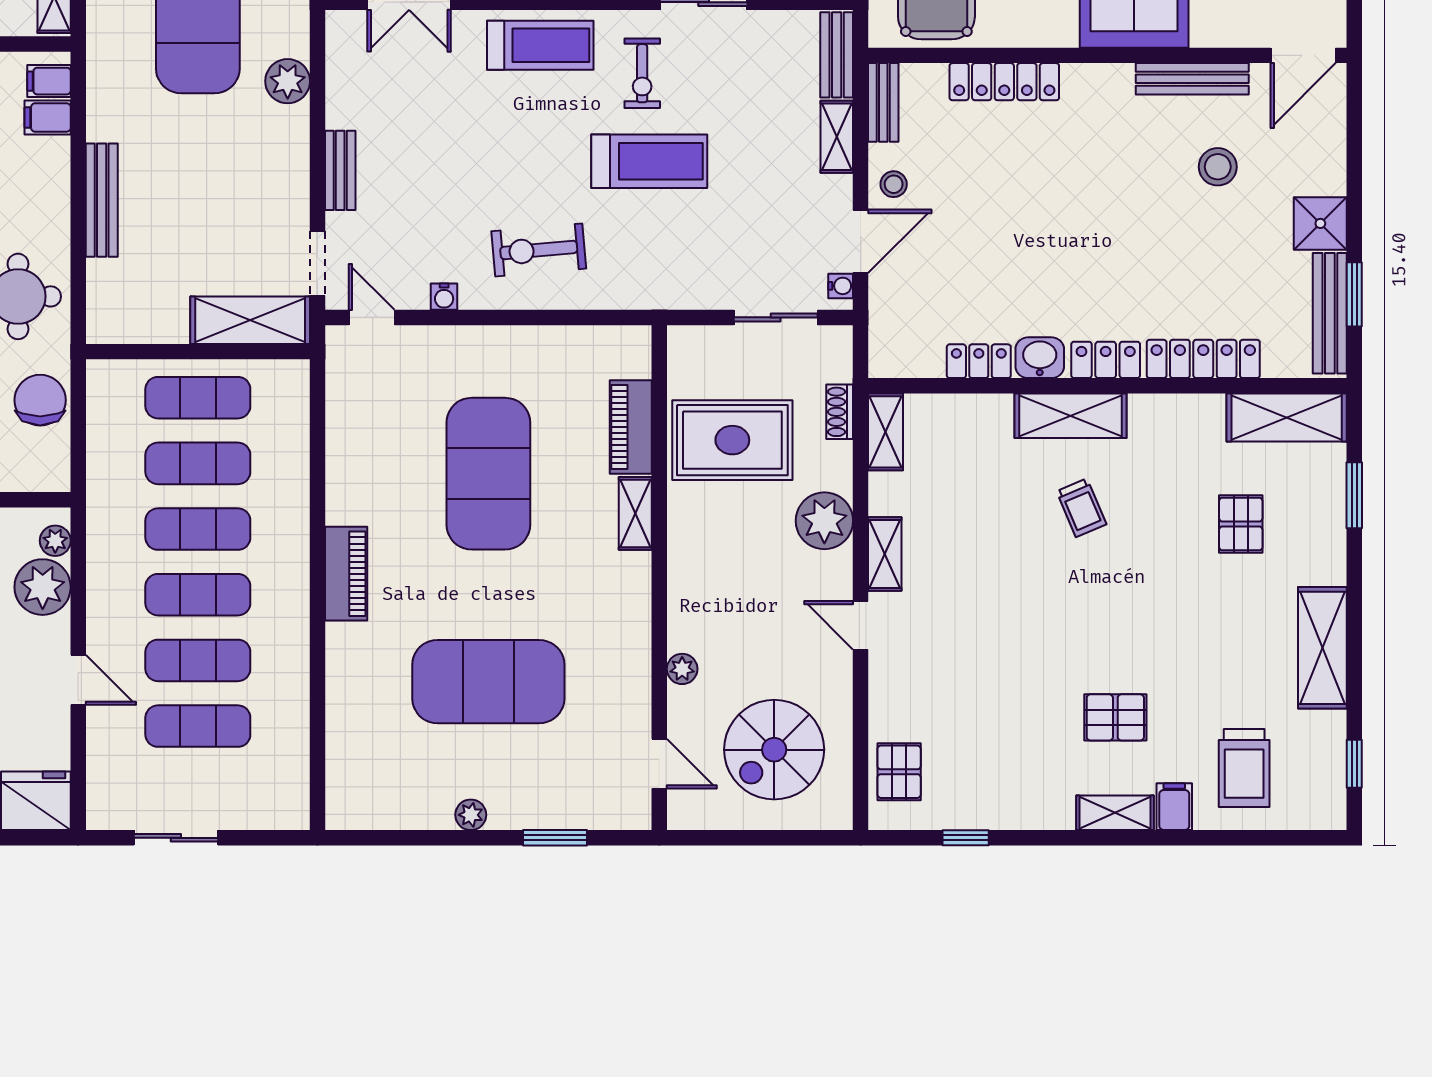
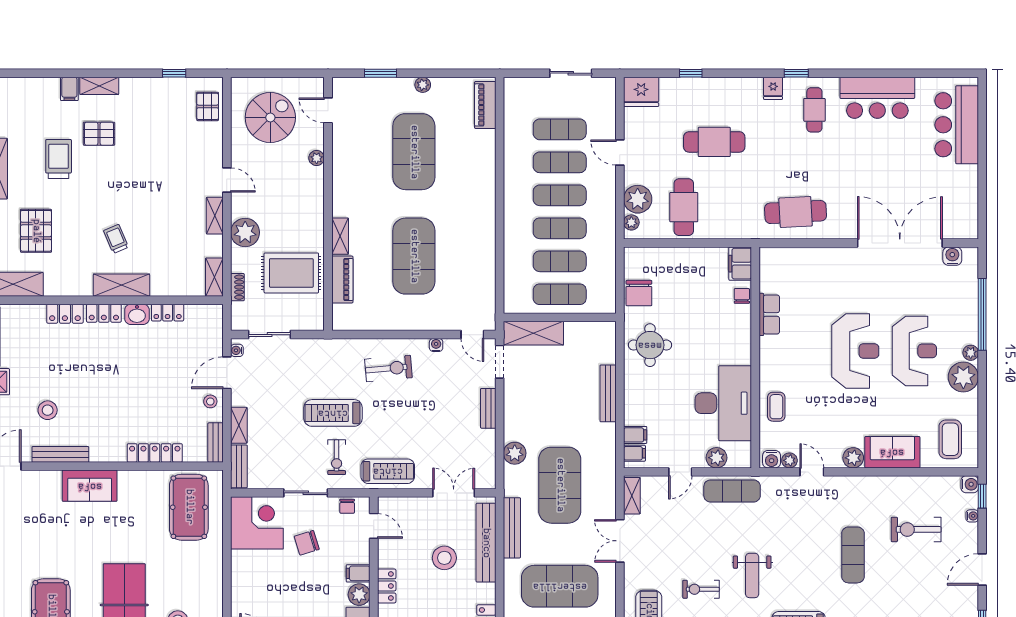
treadmill: (540, 45) -> (388, 471), turned 180
exercise bike: (642, 73) -> (337, 457), turned 180
locker: (1203, 359) -> (65, 314), width x0.66
pallet: (1241, 524) -> (36, 231), width x1.50, depth x1.42
piano: (346, 574) -> (485, 105), moved
exercise mat: (488, 682) -> (414, 152), turned 90
trolley: (1244, 768) -> (59, 159), moved

